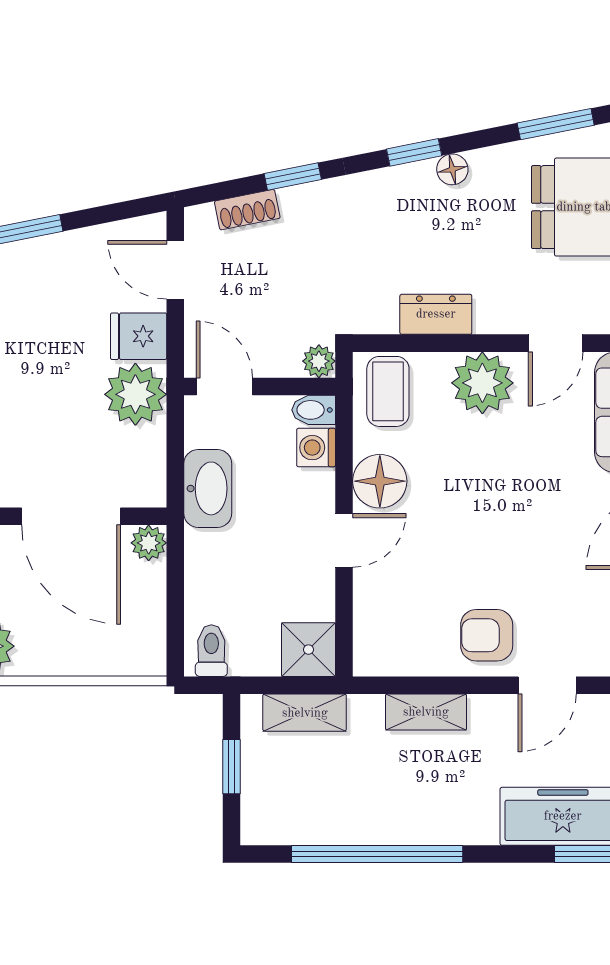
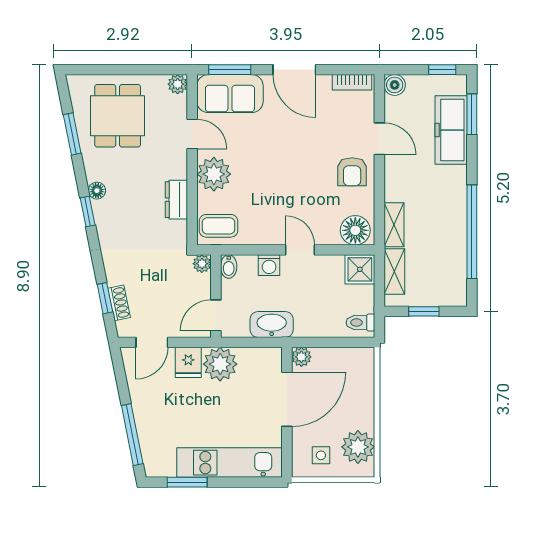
window: (293, 177) -> (105, 298), moved
washing machine: (316, 448) -> (269, 265), moved
floor lamp: (380, 481) -> (355, 230), moved
shelving: (426, 712) -> (394, 225), moved

